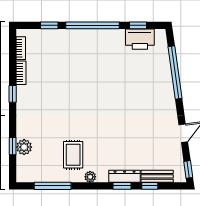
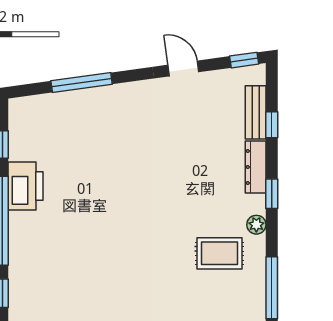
printer: (140, 39) -> (26, 186), moved
window: (175, 73) -> (82, 83), width x0.68
window: (122, 186) -> (272, 194), moved

